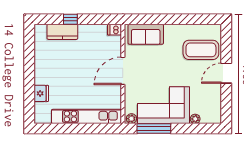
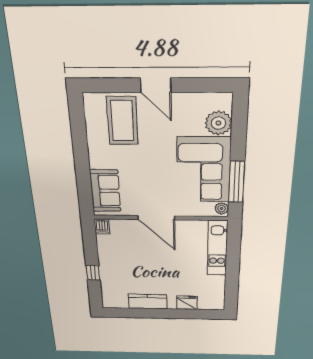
kitchen counter: (62, 32) -> (148, 301), moved, turned -90
kitchen unit: (86, 116) -> (217, 248), width x0.73
plant: (195, 119) -> (218, 123), width x1.88, depth x1.88

